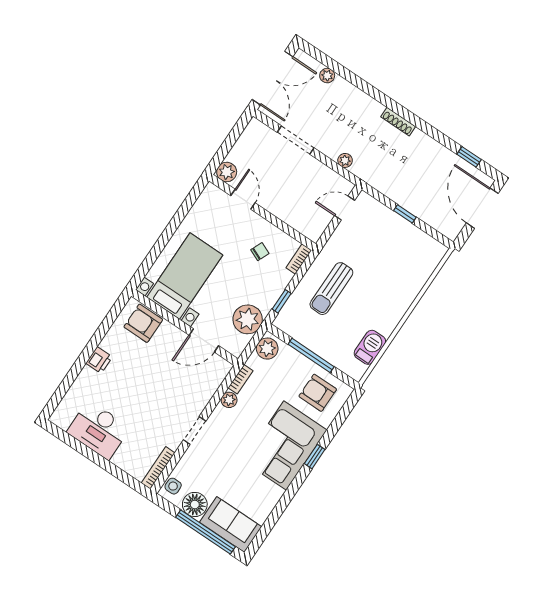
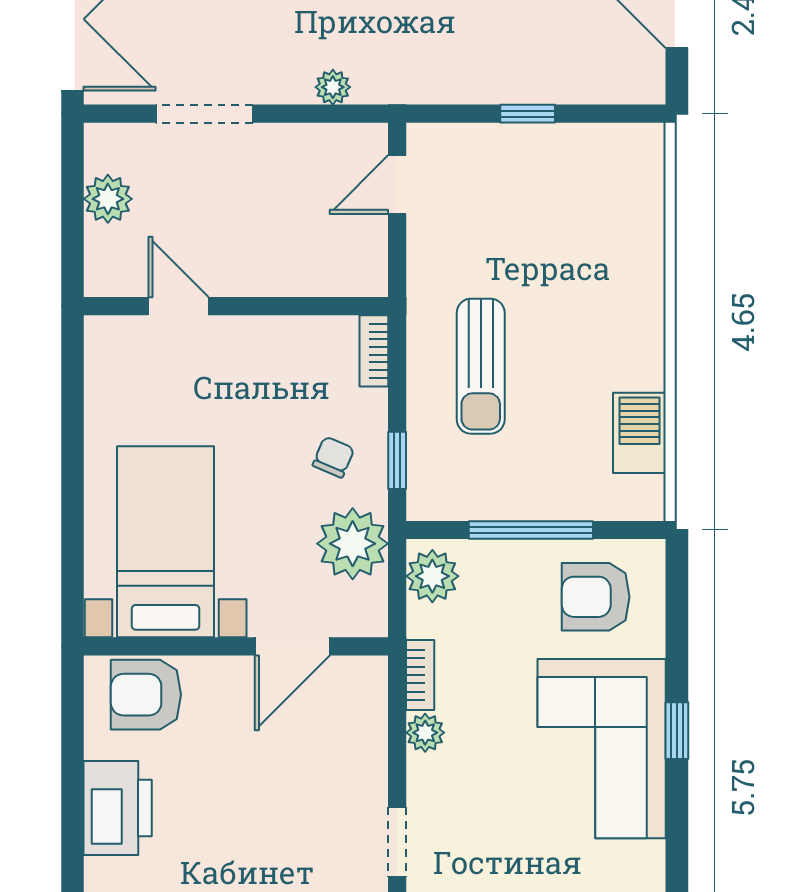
plant: (227, 172) -> (108, 199), moved
chair: (260, 252) -> (333, 457), moved
printer: (99, 360) -> (118, 808), width x1.87, depth x1.48

